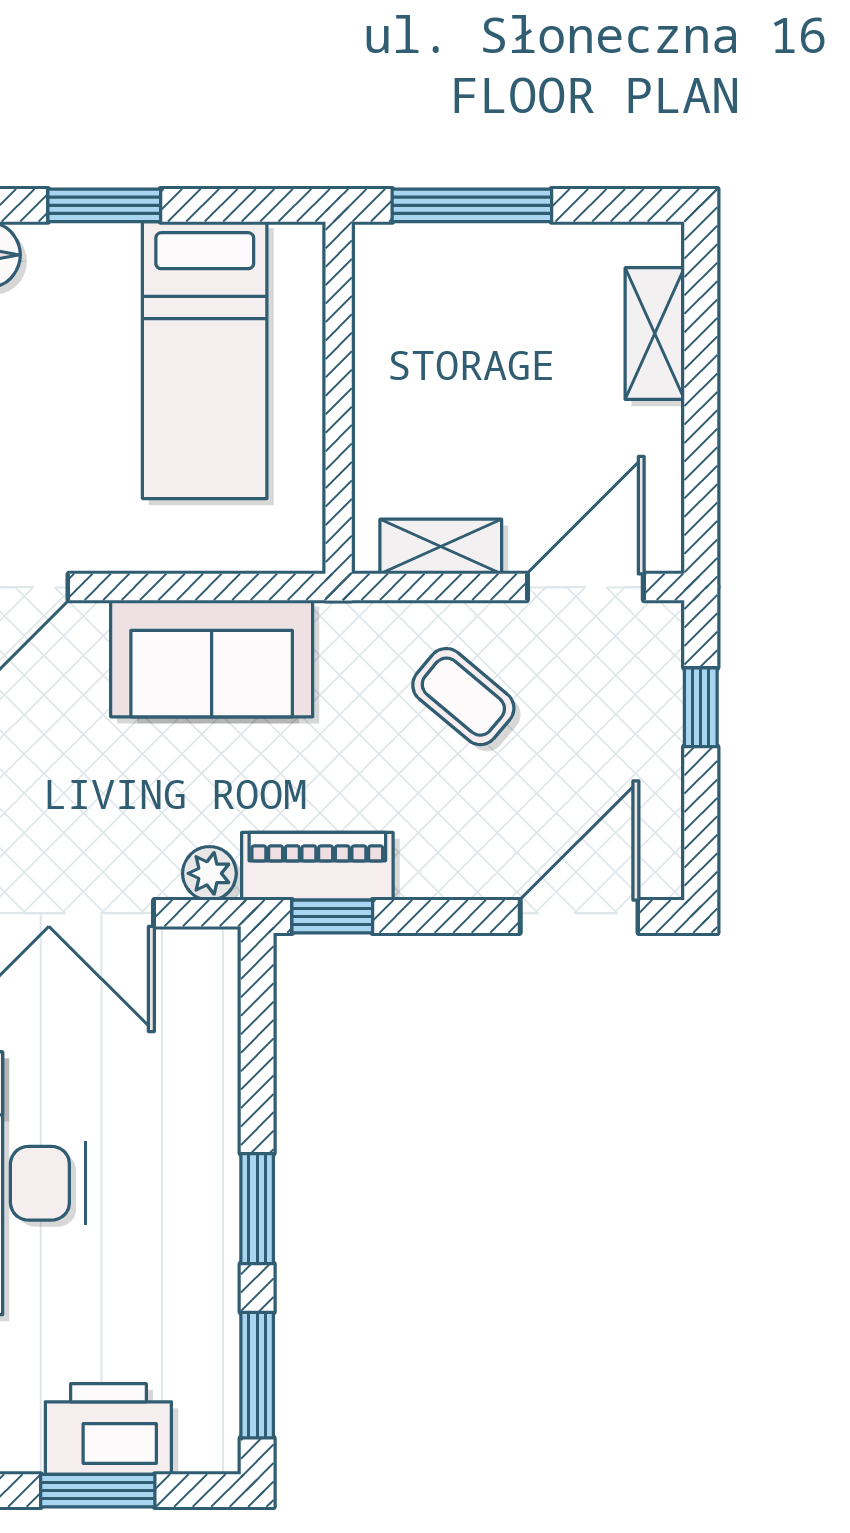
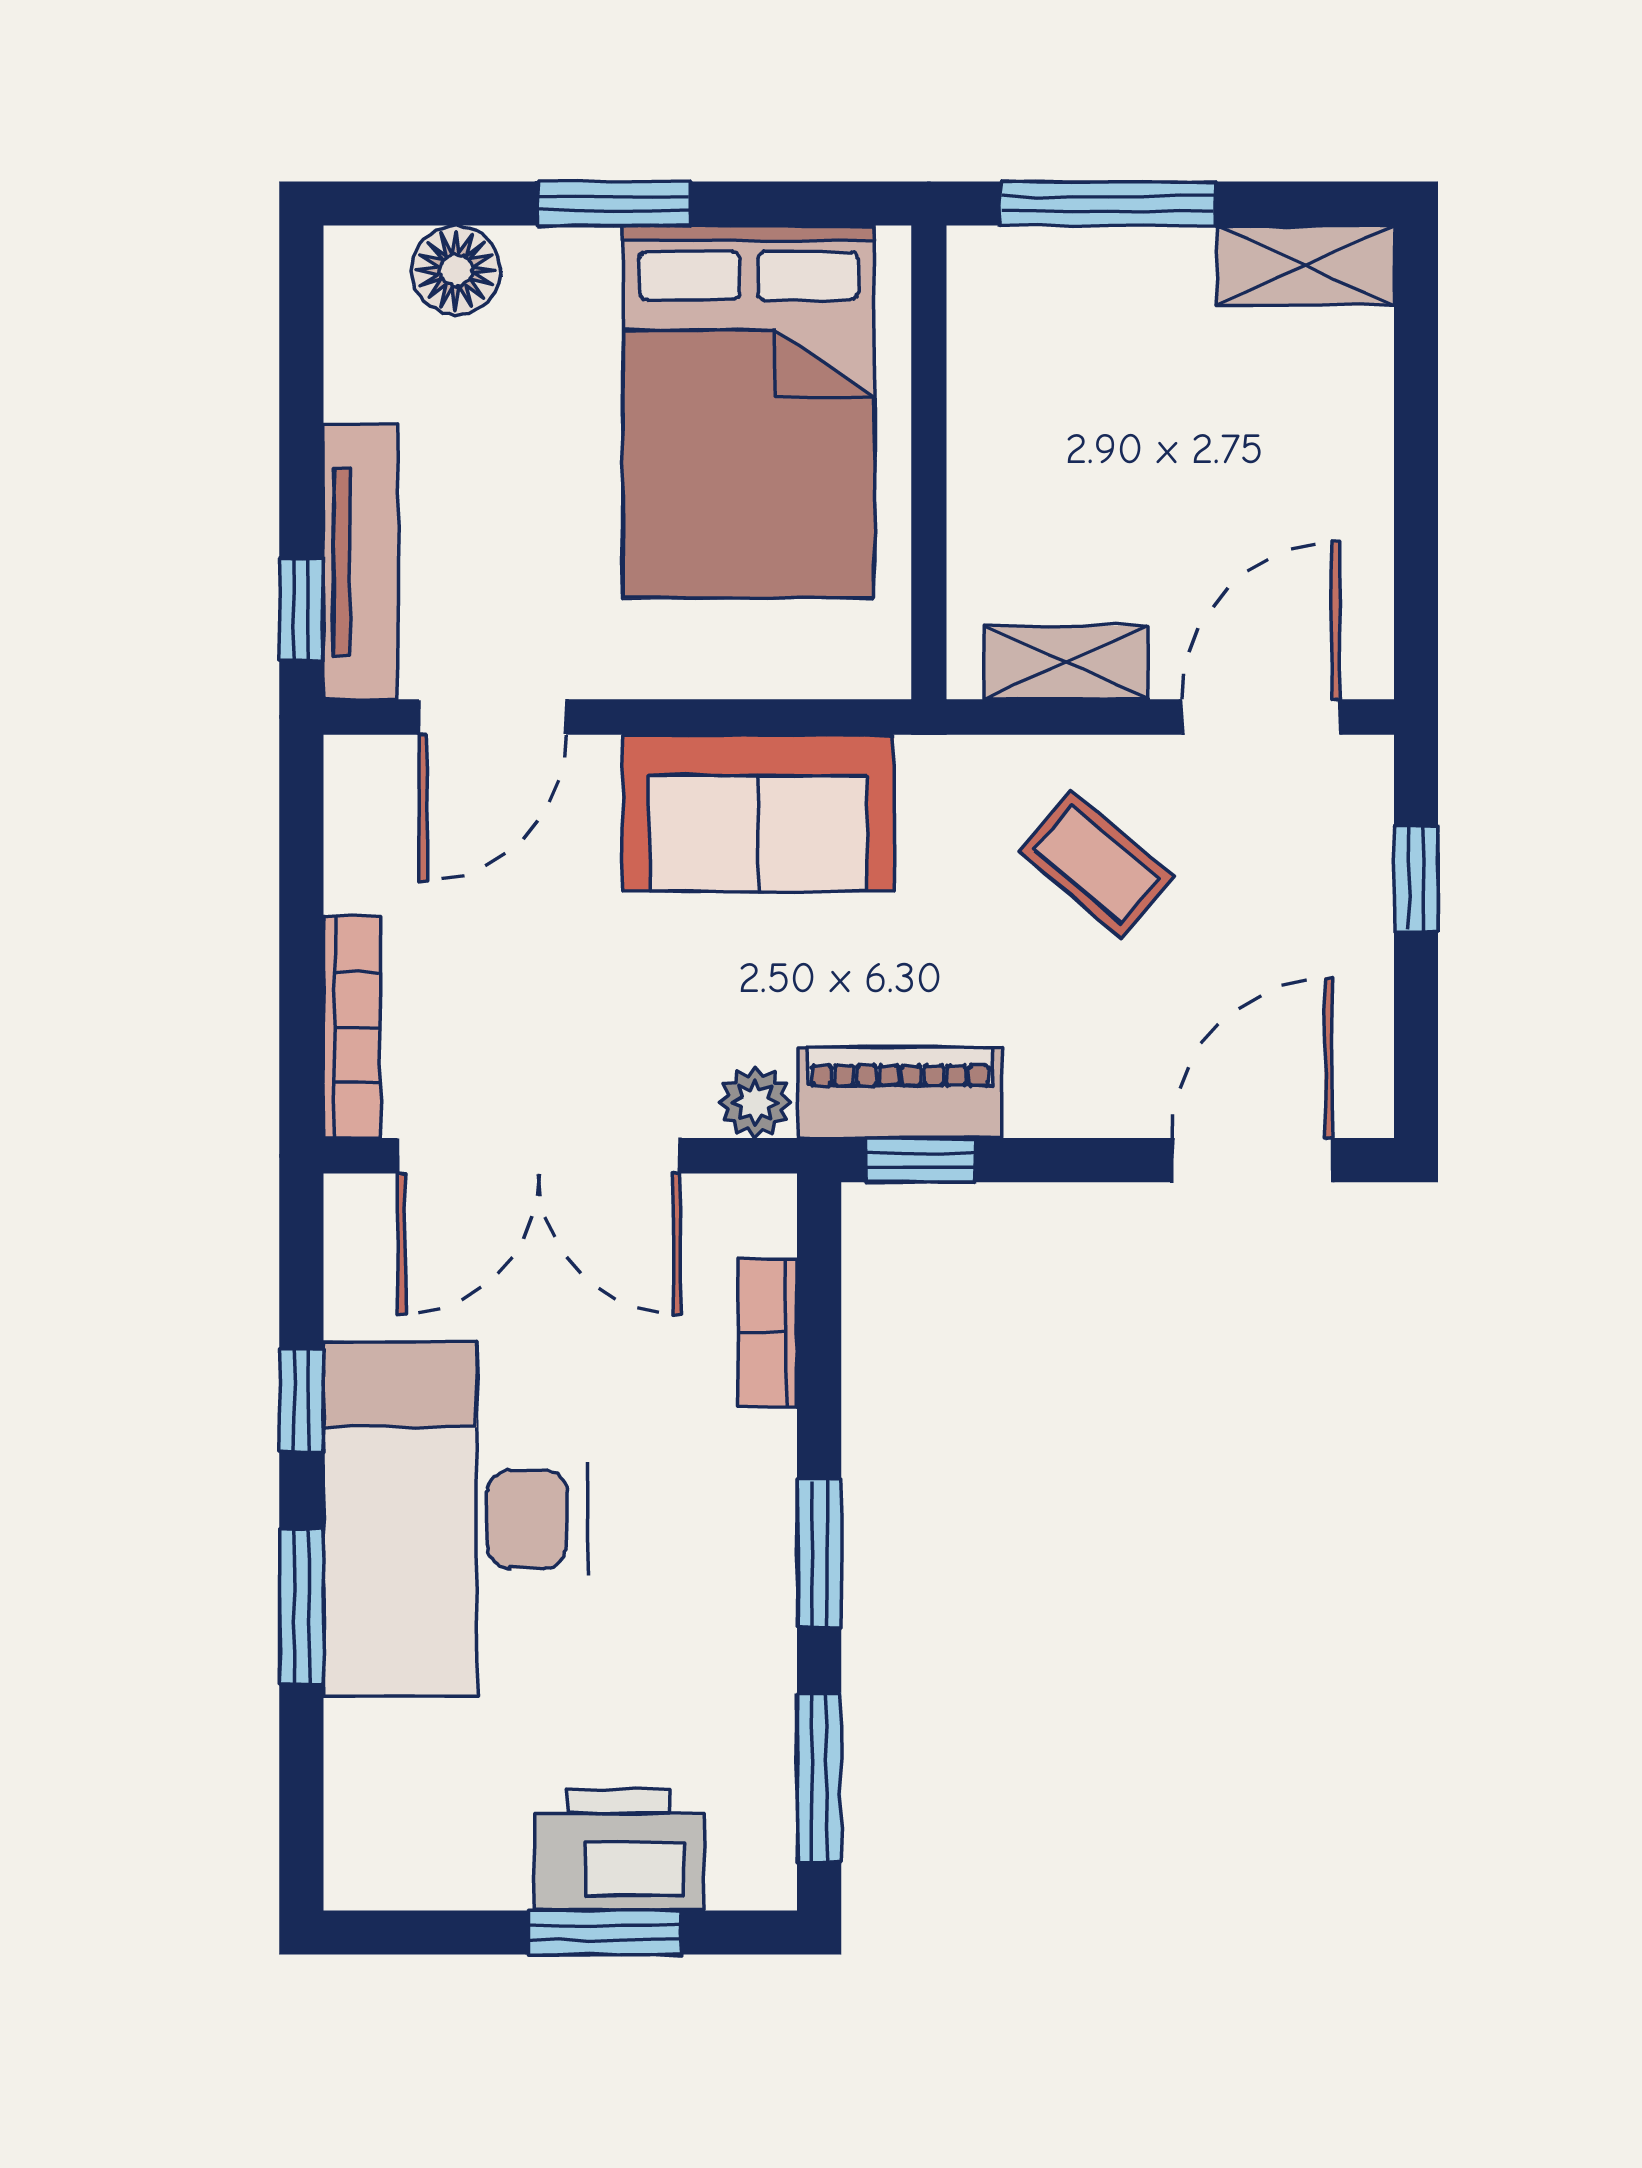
shelving: (655, 334) -> (1305, 265), moved, turned 90
bed: (205, 360) -> (749, 412), width x1.50
bookcase: (219, 1045) -> (768, 1332), added

